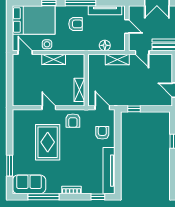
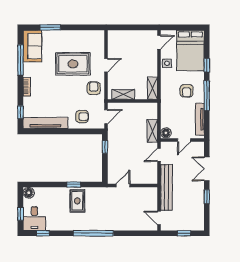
floor lamp: (105, 45) -> (166, 133), moved
shelving: (54, 59) -> (152, 88), moved
armchair: (73, 121) -> (94, 88), turned 90

